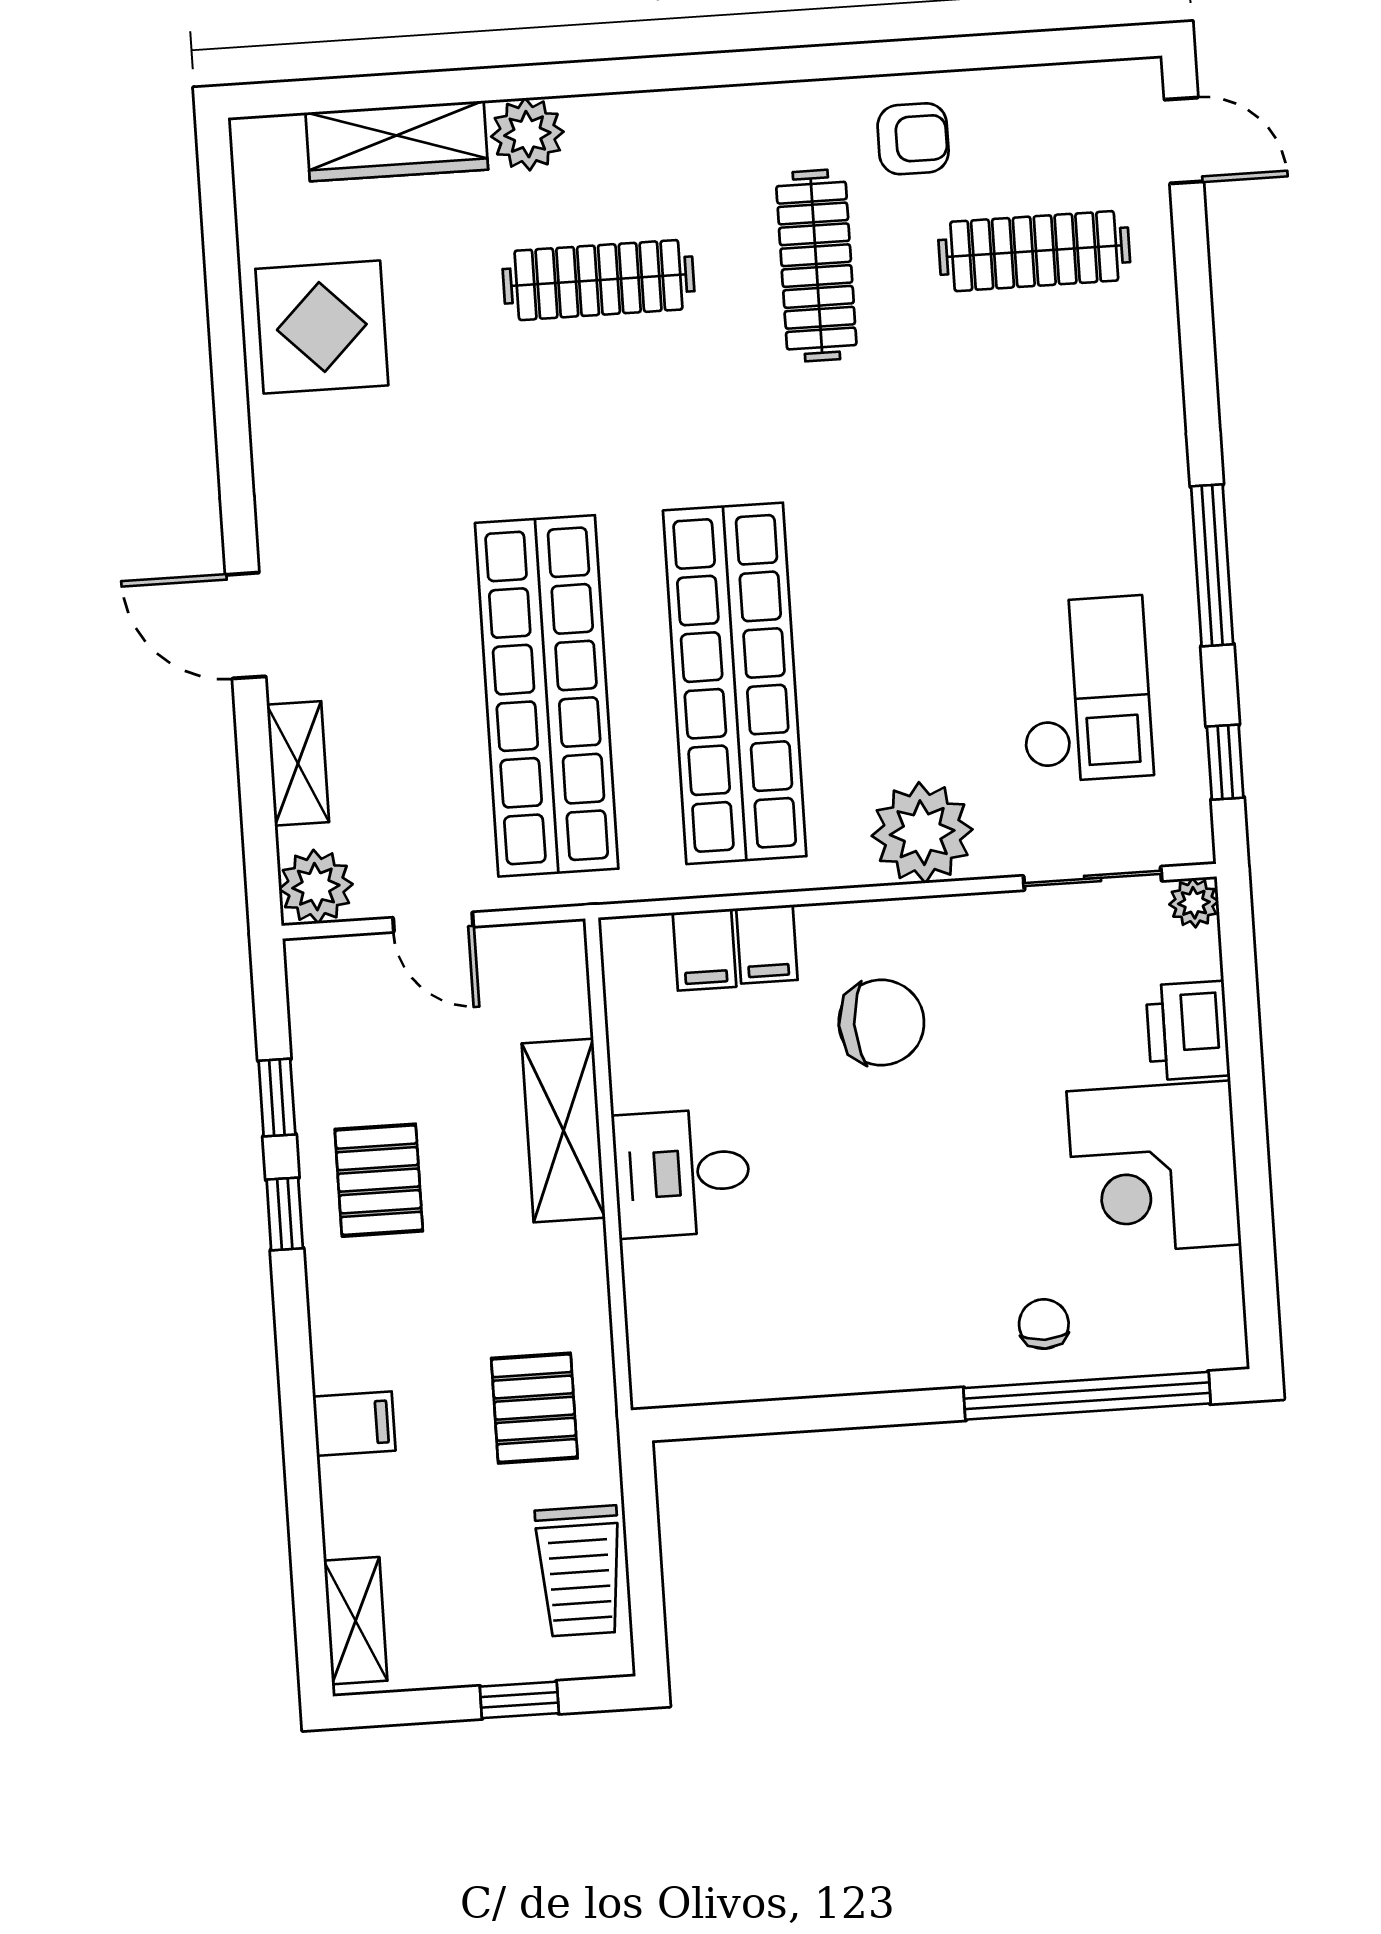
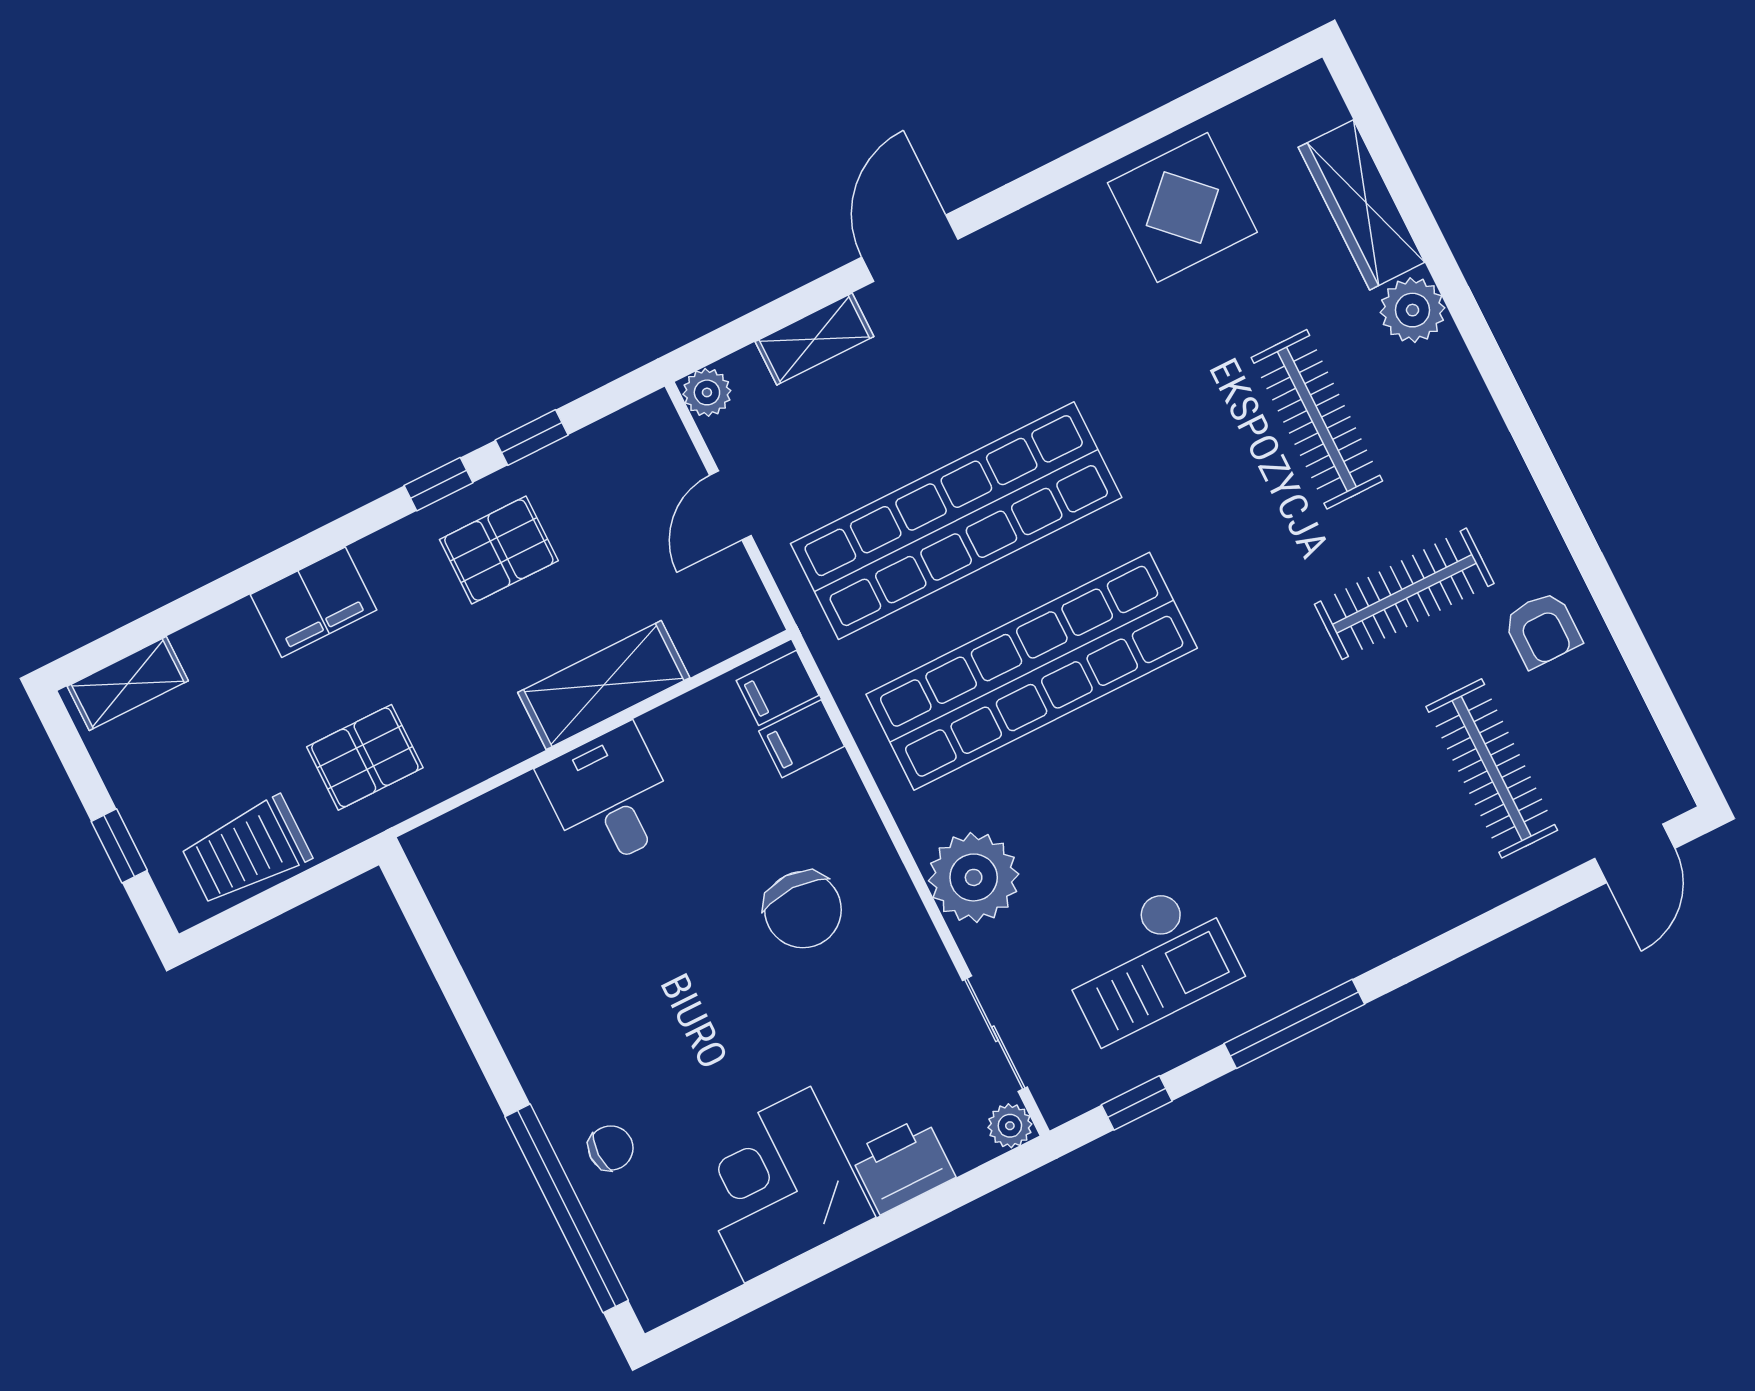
plant: (316, 887) -> (707, 392), width x0.73, depth x0.73
filing cabinet: (767, 944) -> (778, 688), moved
filing cabinet: (354, 1424) -> (313, 602), width x2.00

